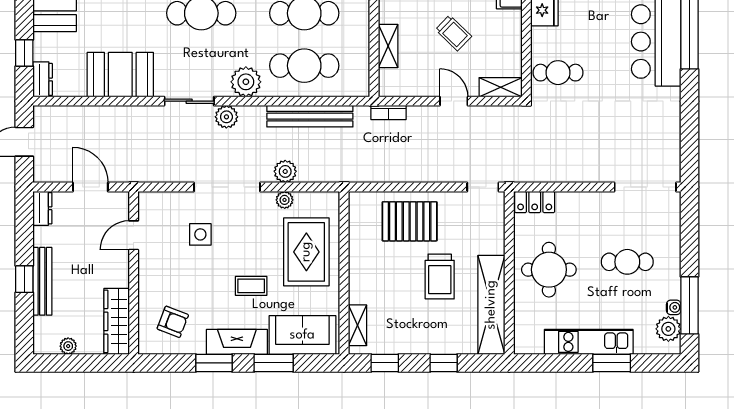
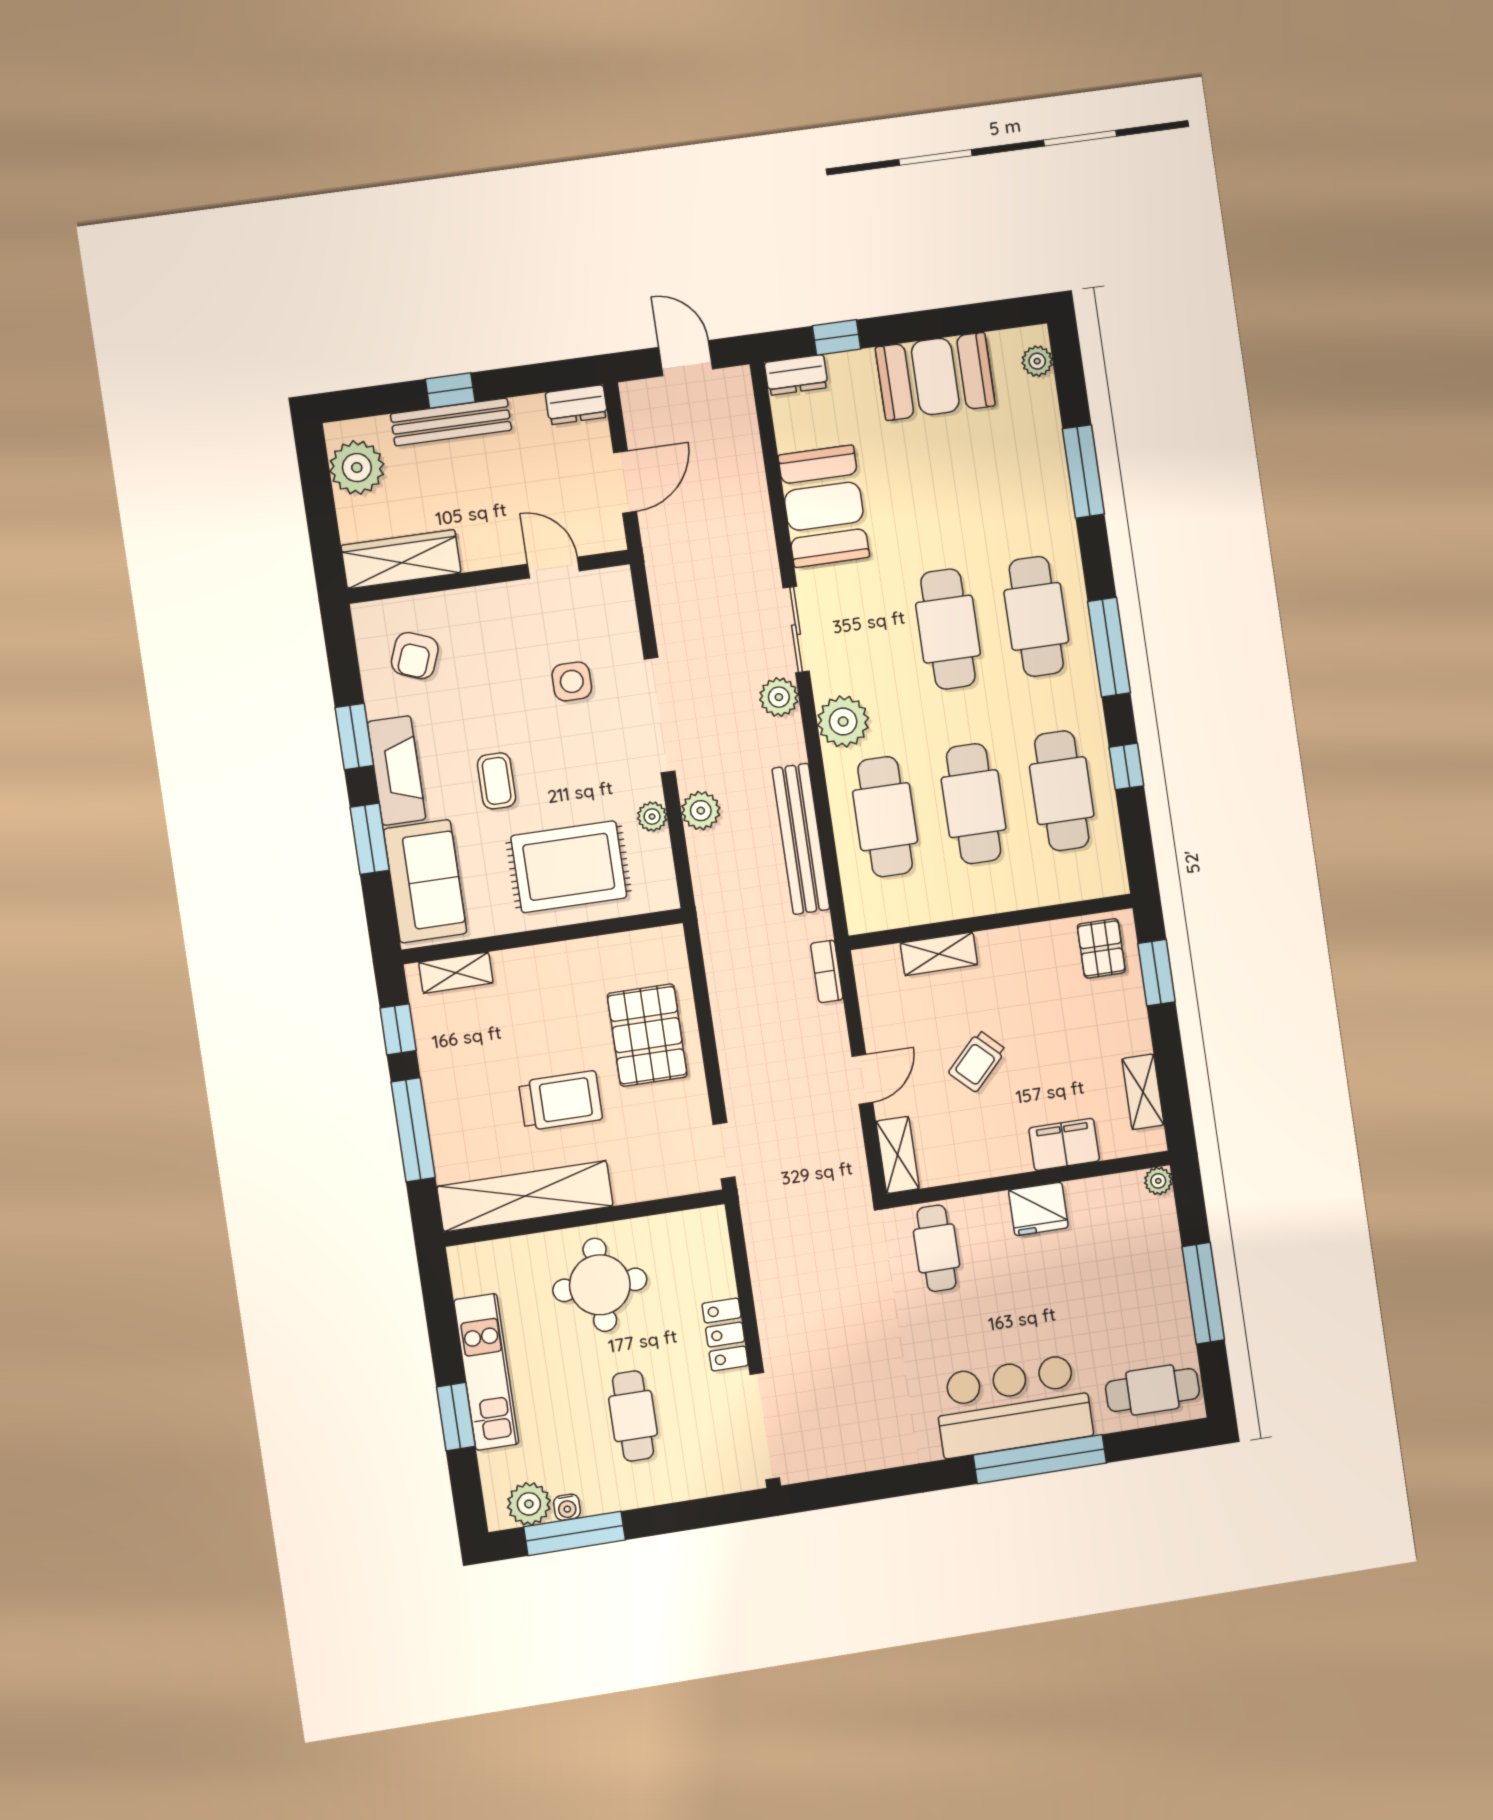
locker: (535, 202) -> (725, 1335), moved
trolley: (440, 276) -> (561, 1101), turned 180
plant: (68, 346) -> (357, 468), width x1.88, depth x1.88
window: (444, 363) -> (413, 1130), width x2.17

